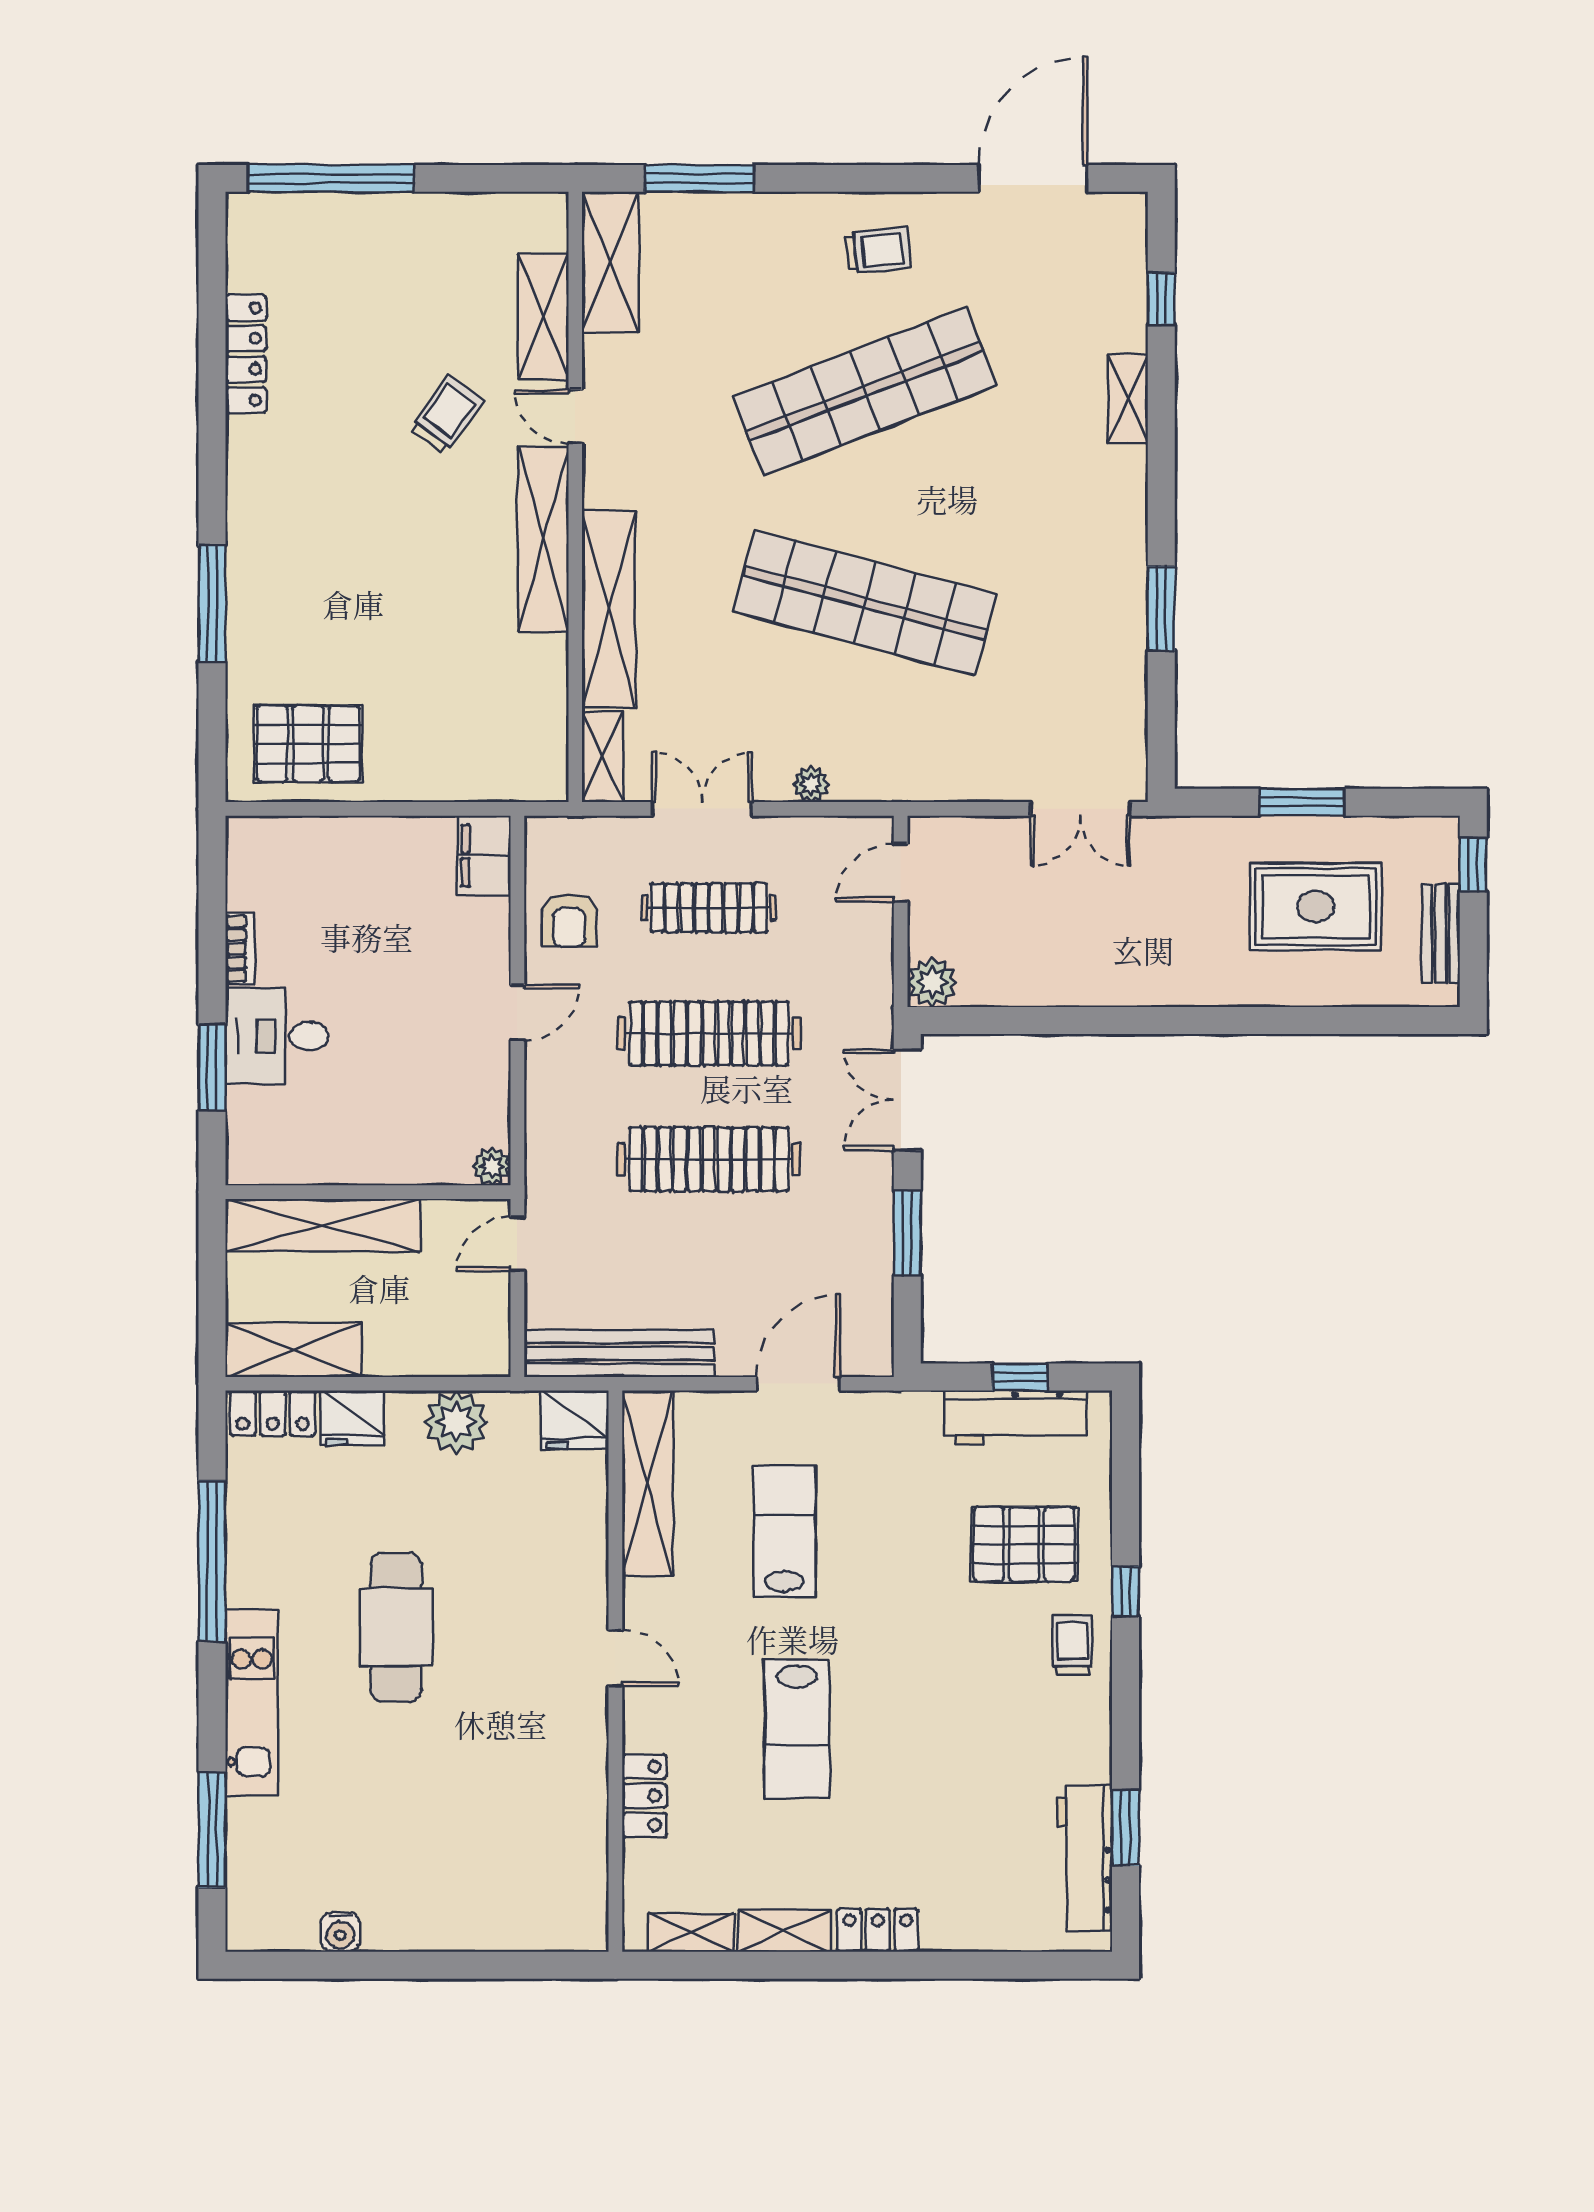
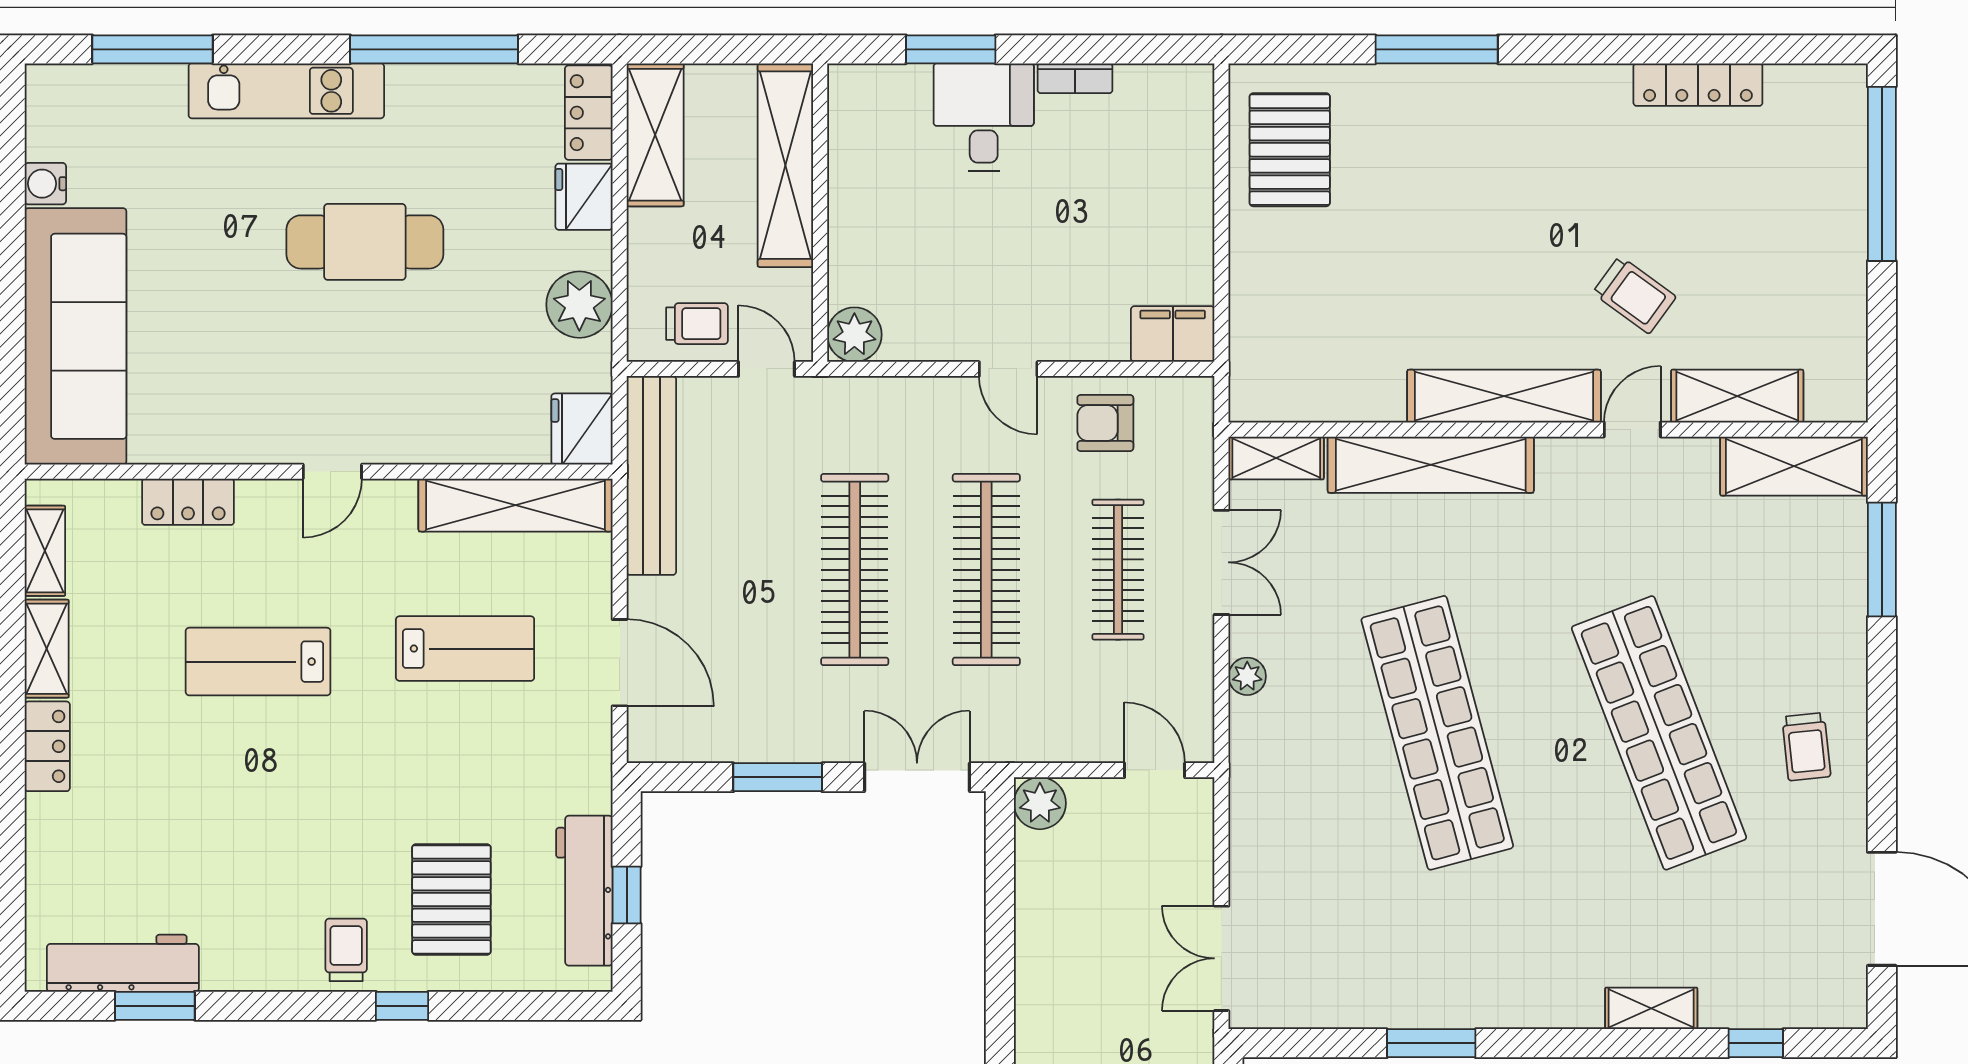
shop shelf: (865, 603) -> (1437, 733), turned -30
plant: (492, 1167) -> (854, 335), width x1.38, depth x1.38
trolley: (474, 1310) -> (697, 324), added
trolley: (1072, 1645) -> (346, 950), turned -90
sofa: (486, 1903) -> (76, 336), added

